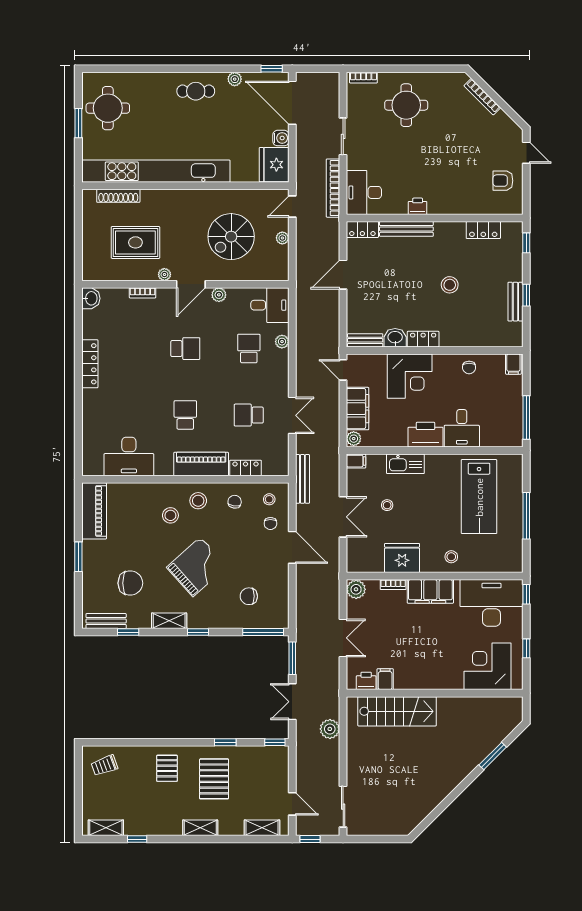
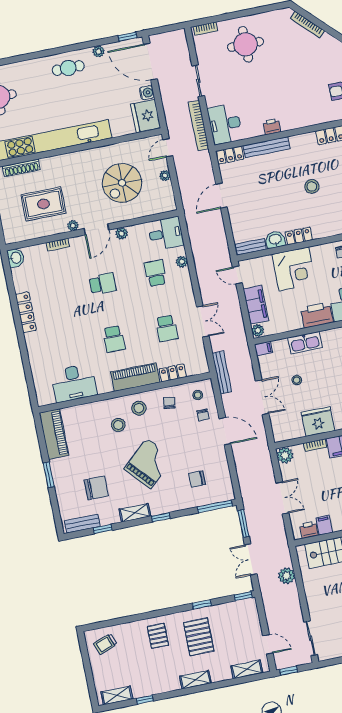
school desk: (185, 415) -> (114, 339), turned 180
school desk: (249, 415) -> (167, 328), turned -90

